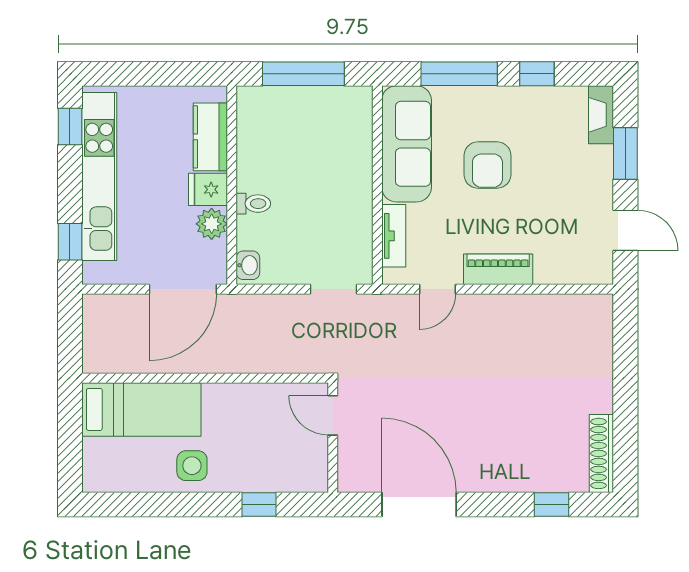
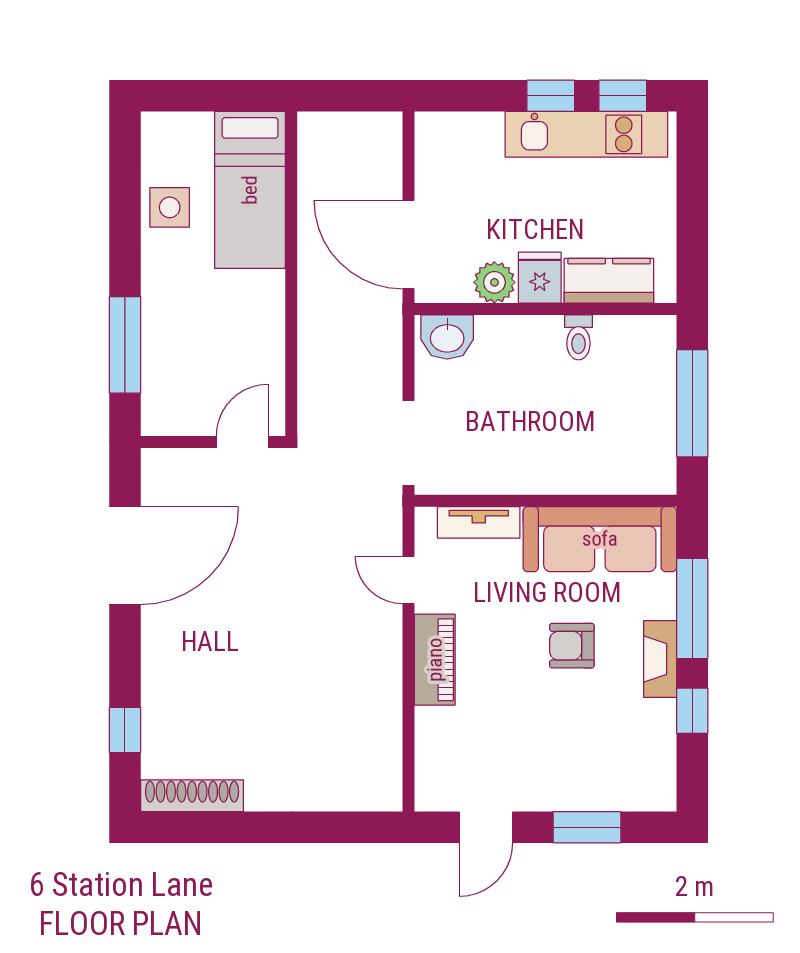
fireplace: (601, 115) -> (660, 659), moved, turned -90
armchair: (487, 165) -> (572, 646), width x0.72, depth x0.72
kitchen unit: (99, 176) -> (586, 134), width x0.73
toilet: (253, 204) -> (578, 337), moved
window: (70, 242) -> (551, 96), moved
washbasin: (248, 265) -> (447, 337), width x1.38, depth x1.45
doorway: (333, 289) -> (409, 443), width x1.38
side table: (192, 466) -> (170, 207), moved
window: (259, 504) -> (125, 345), width x2.17

